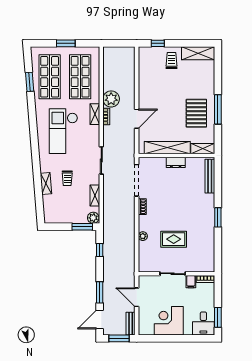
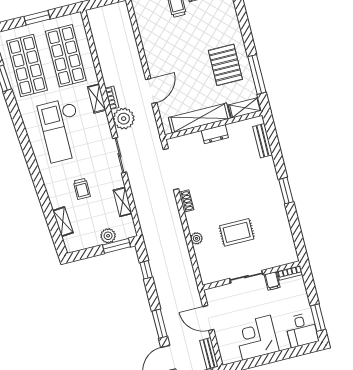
plant: (111, 99) -> (124, 119), moved
window: (218, 109) -> (257, 74), moved
bench: (210, 176) -> (263, 141), width x0.73
shelving: (46, 183) -> (63, 222), moved
plant: (93, 218) -> (108, 236), moved

